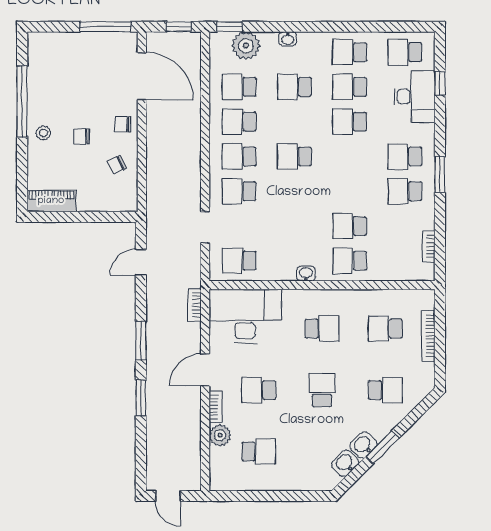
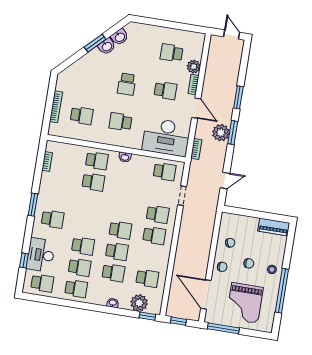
grand piano: (78, 73) -> (245, 303), added
school desk: (239, 122) -> (117, 251), moved
school desk: (405, 191) -> (56, 198), removed
plant: (160, 337) -> (221, 133), added
door: (205, 370) -> (196, 108), hinge flipped
school desk: (385, 390) -> (88, 78), removed

